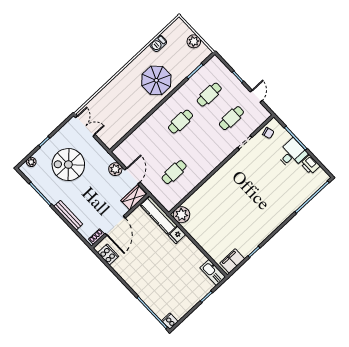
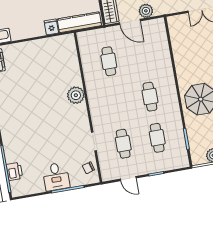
printer: (310, 165) -> (15, 171), moved, turned 90
plant: (181, 215) -> (76, 95), moved

